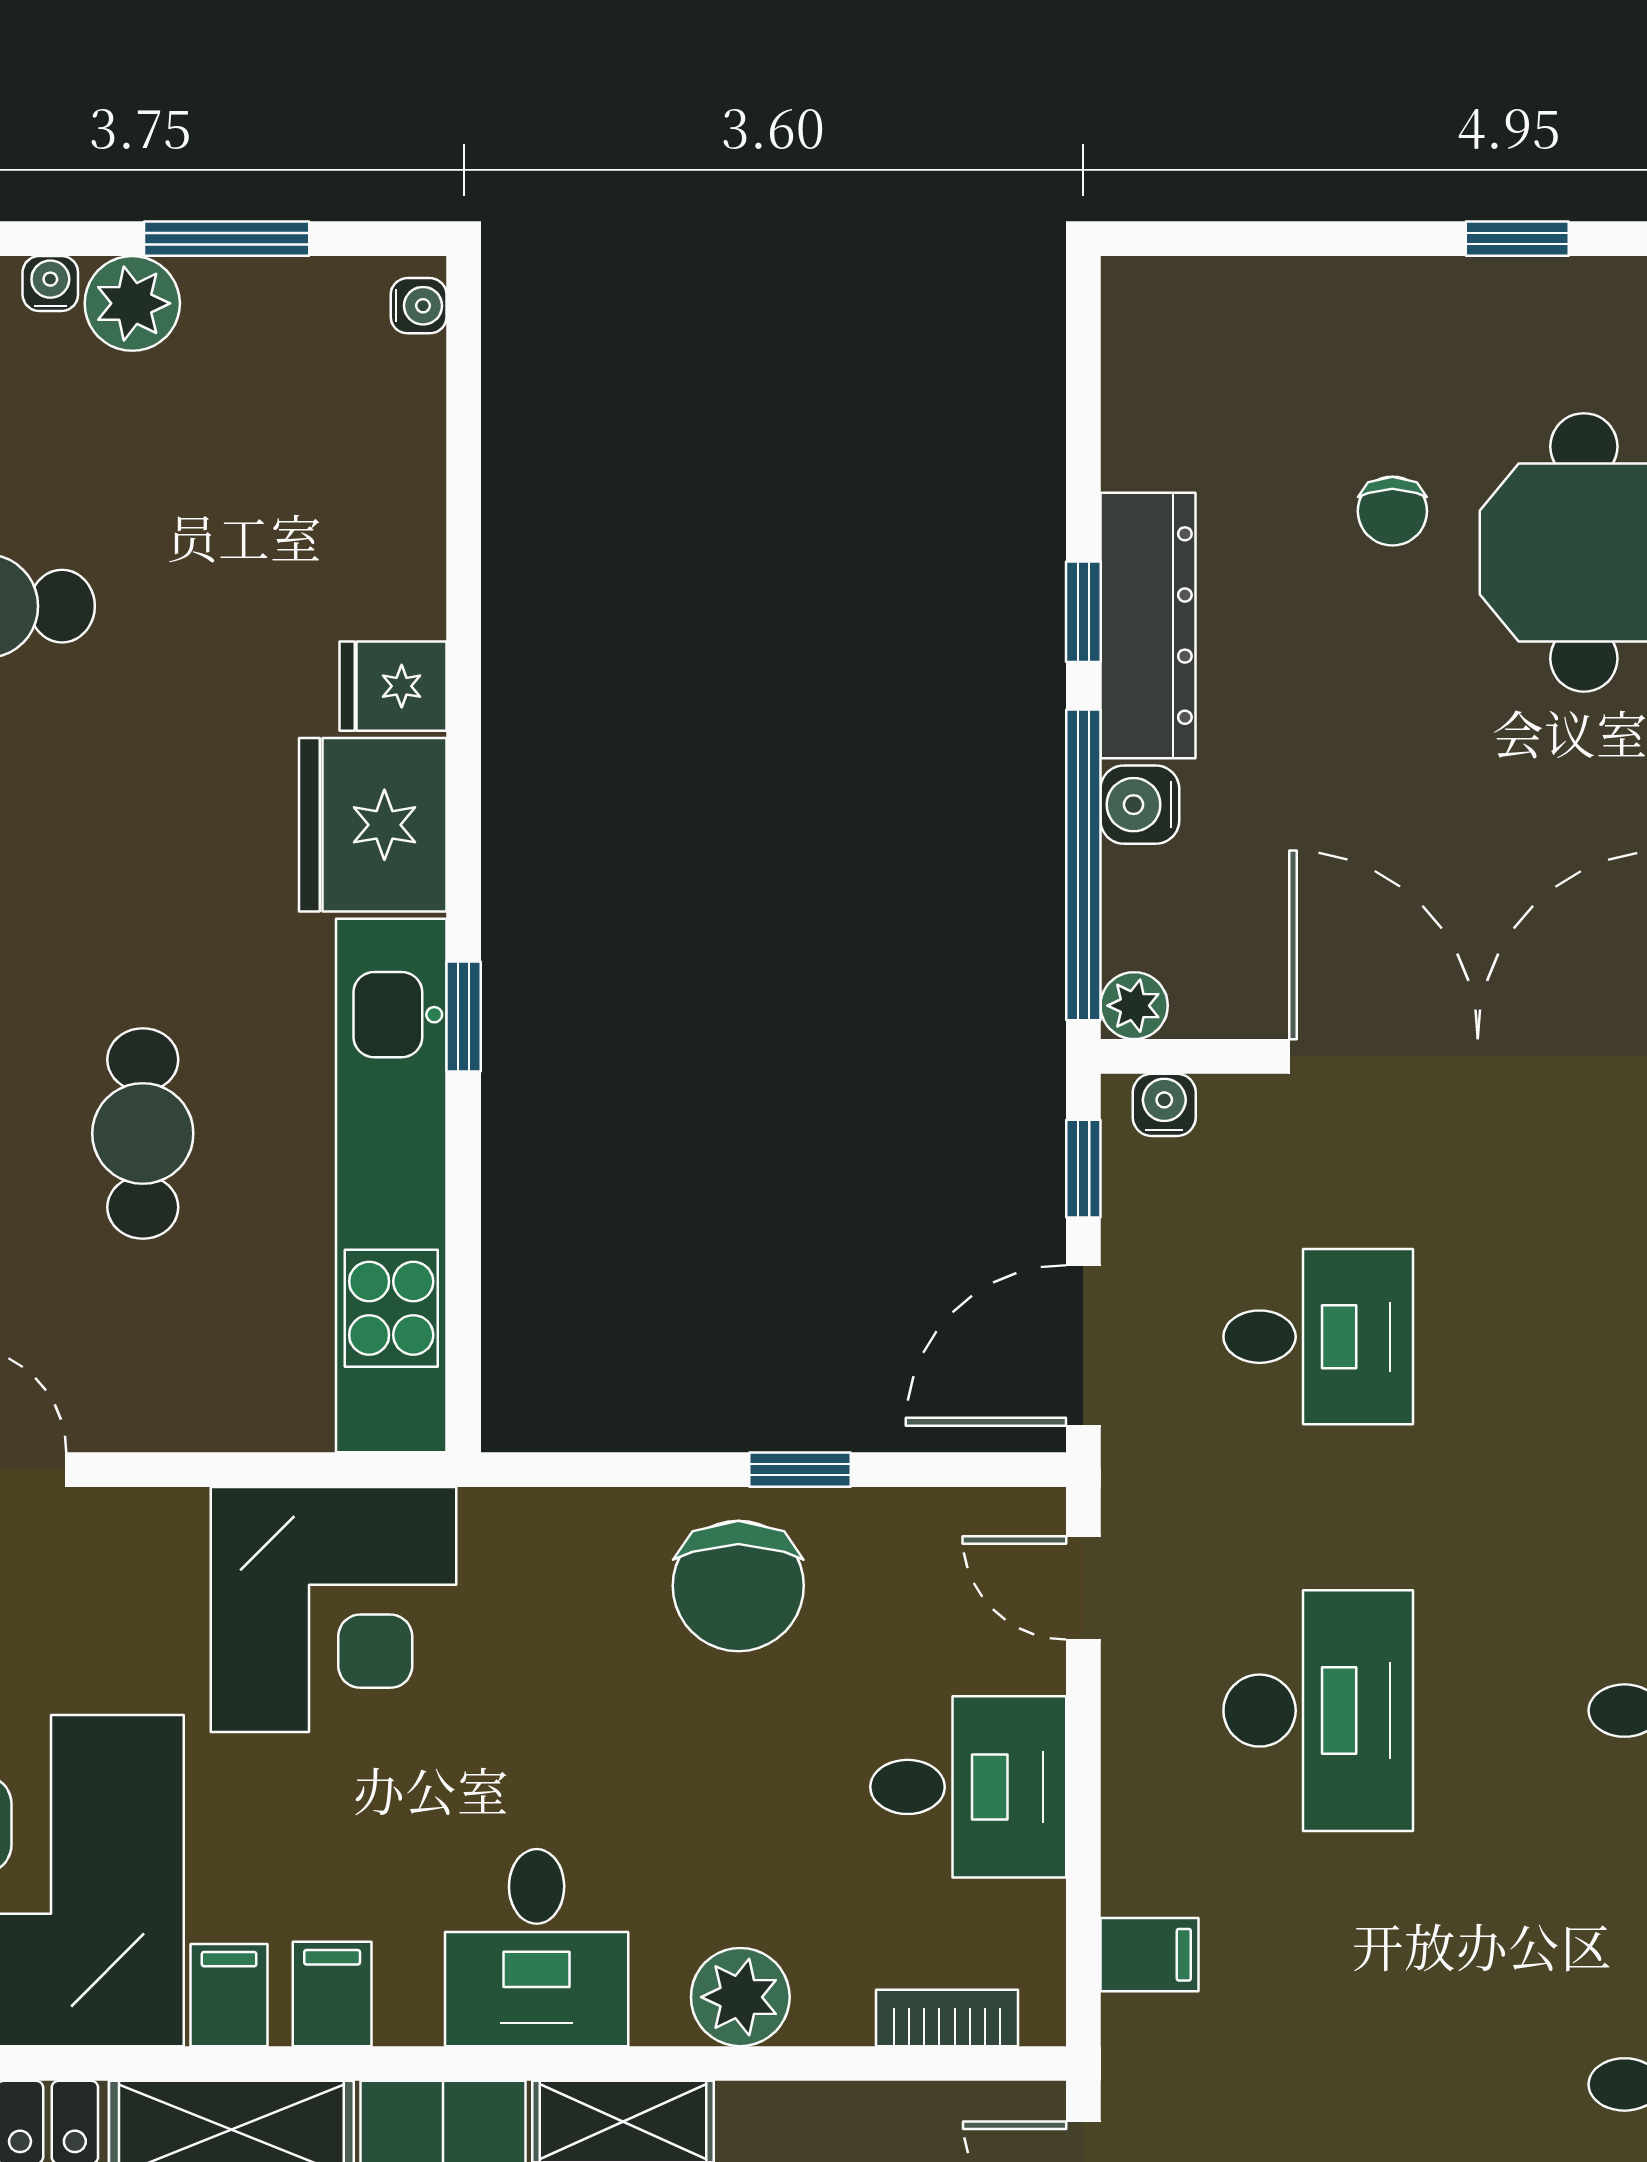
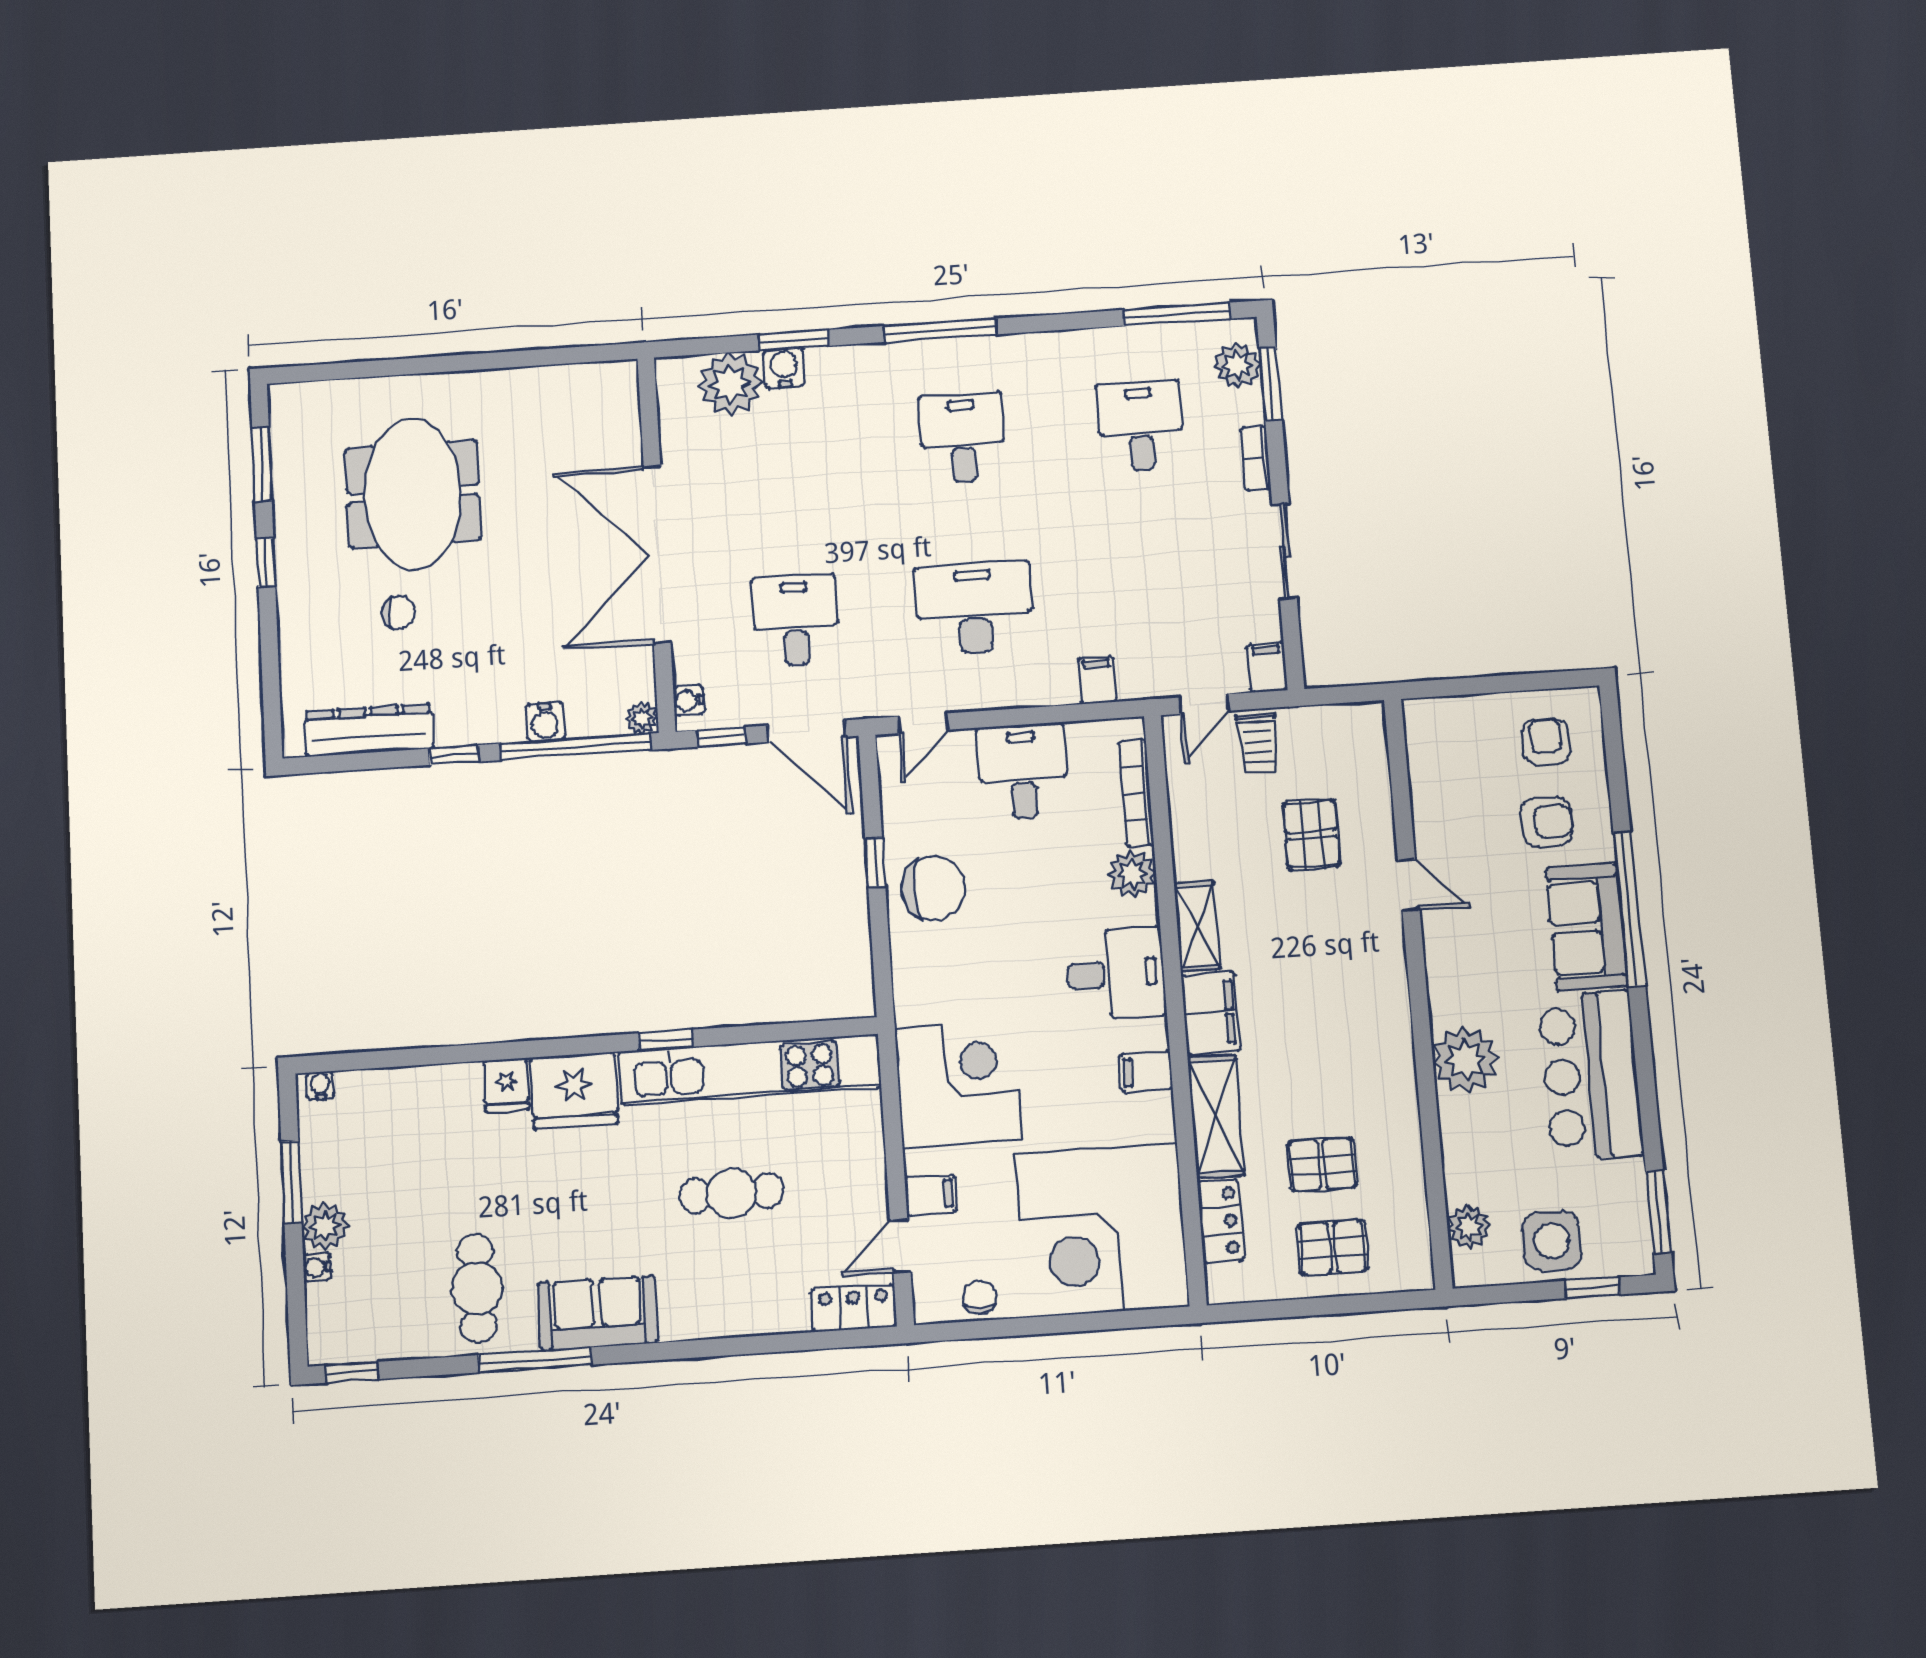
dresser: (1148, 626) -> (369, 730), moved
filing cabinet: (229, 1995) -> (931, 1195), moved, turned 180
bookcase: (947, 2018) -> (1136, 793), width x1.56

